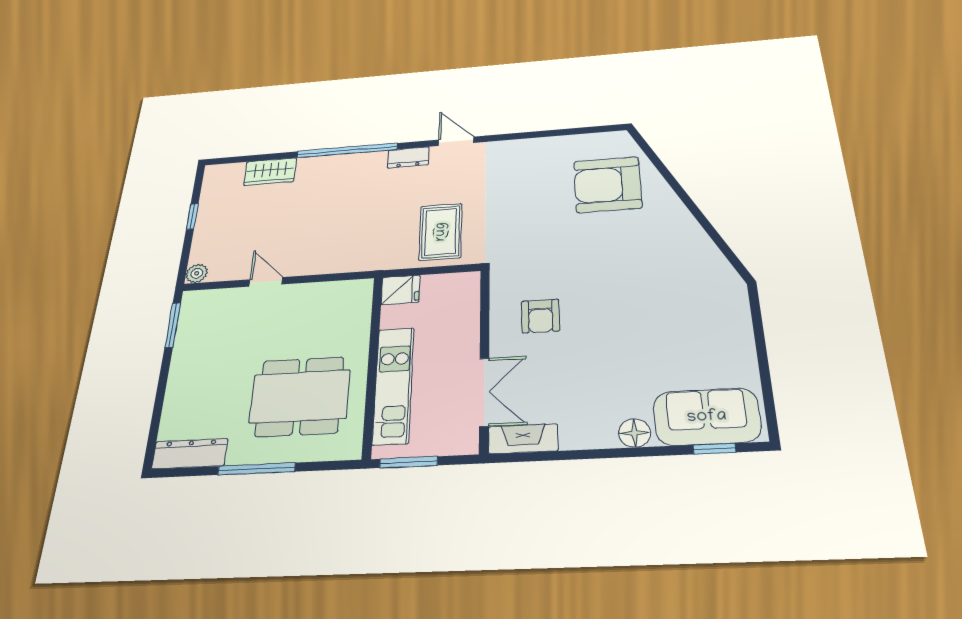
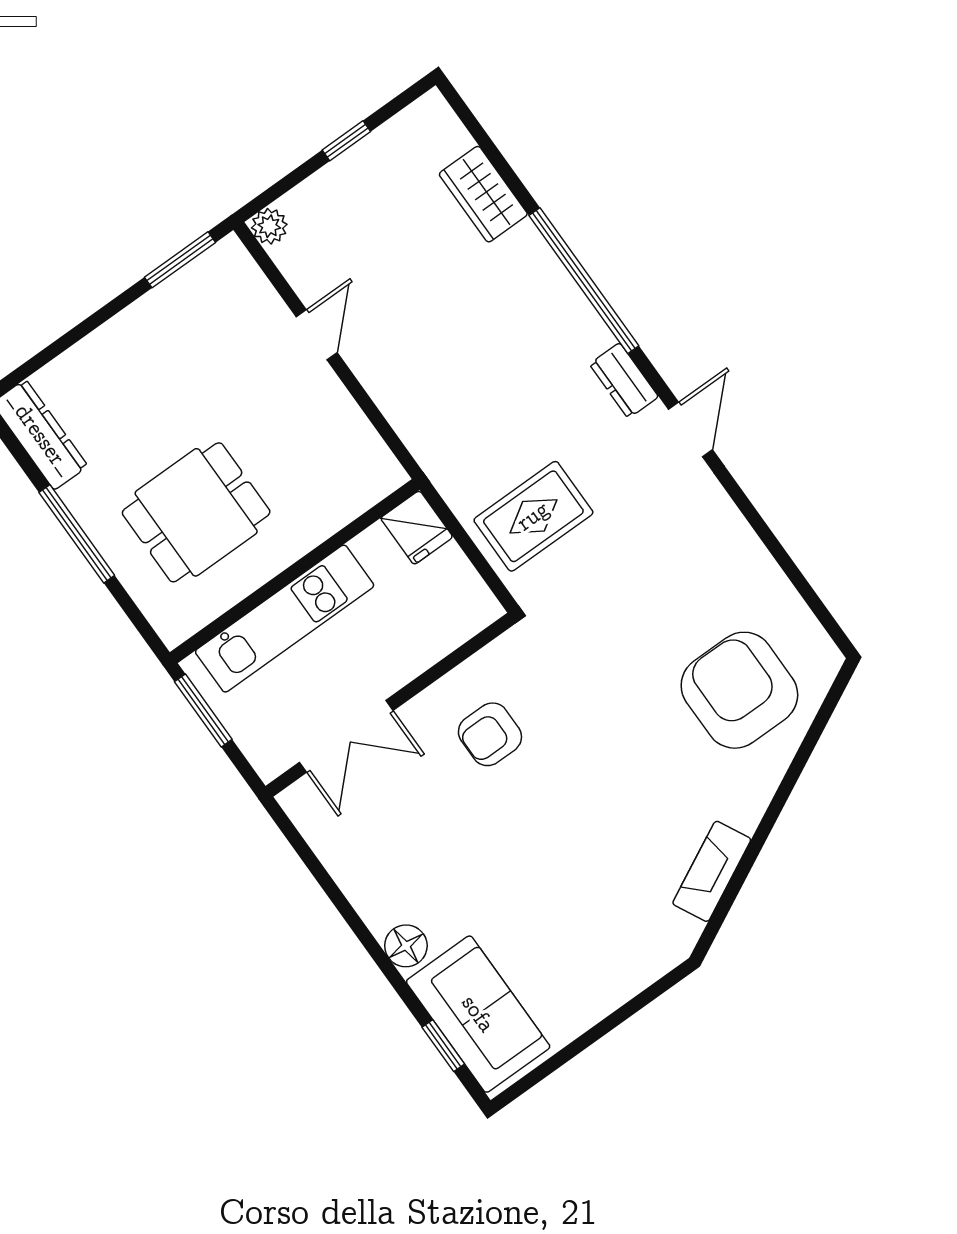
dining table: (300, 396) -> (196, 512), width x0.73
fireplace: (523, 439) -> (712, 871), moved, turned -117

